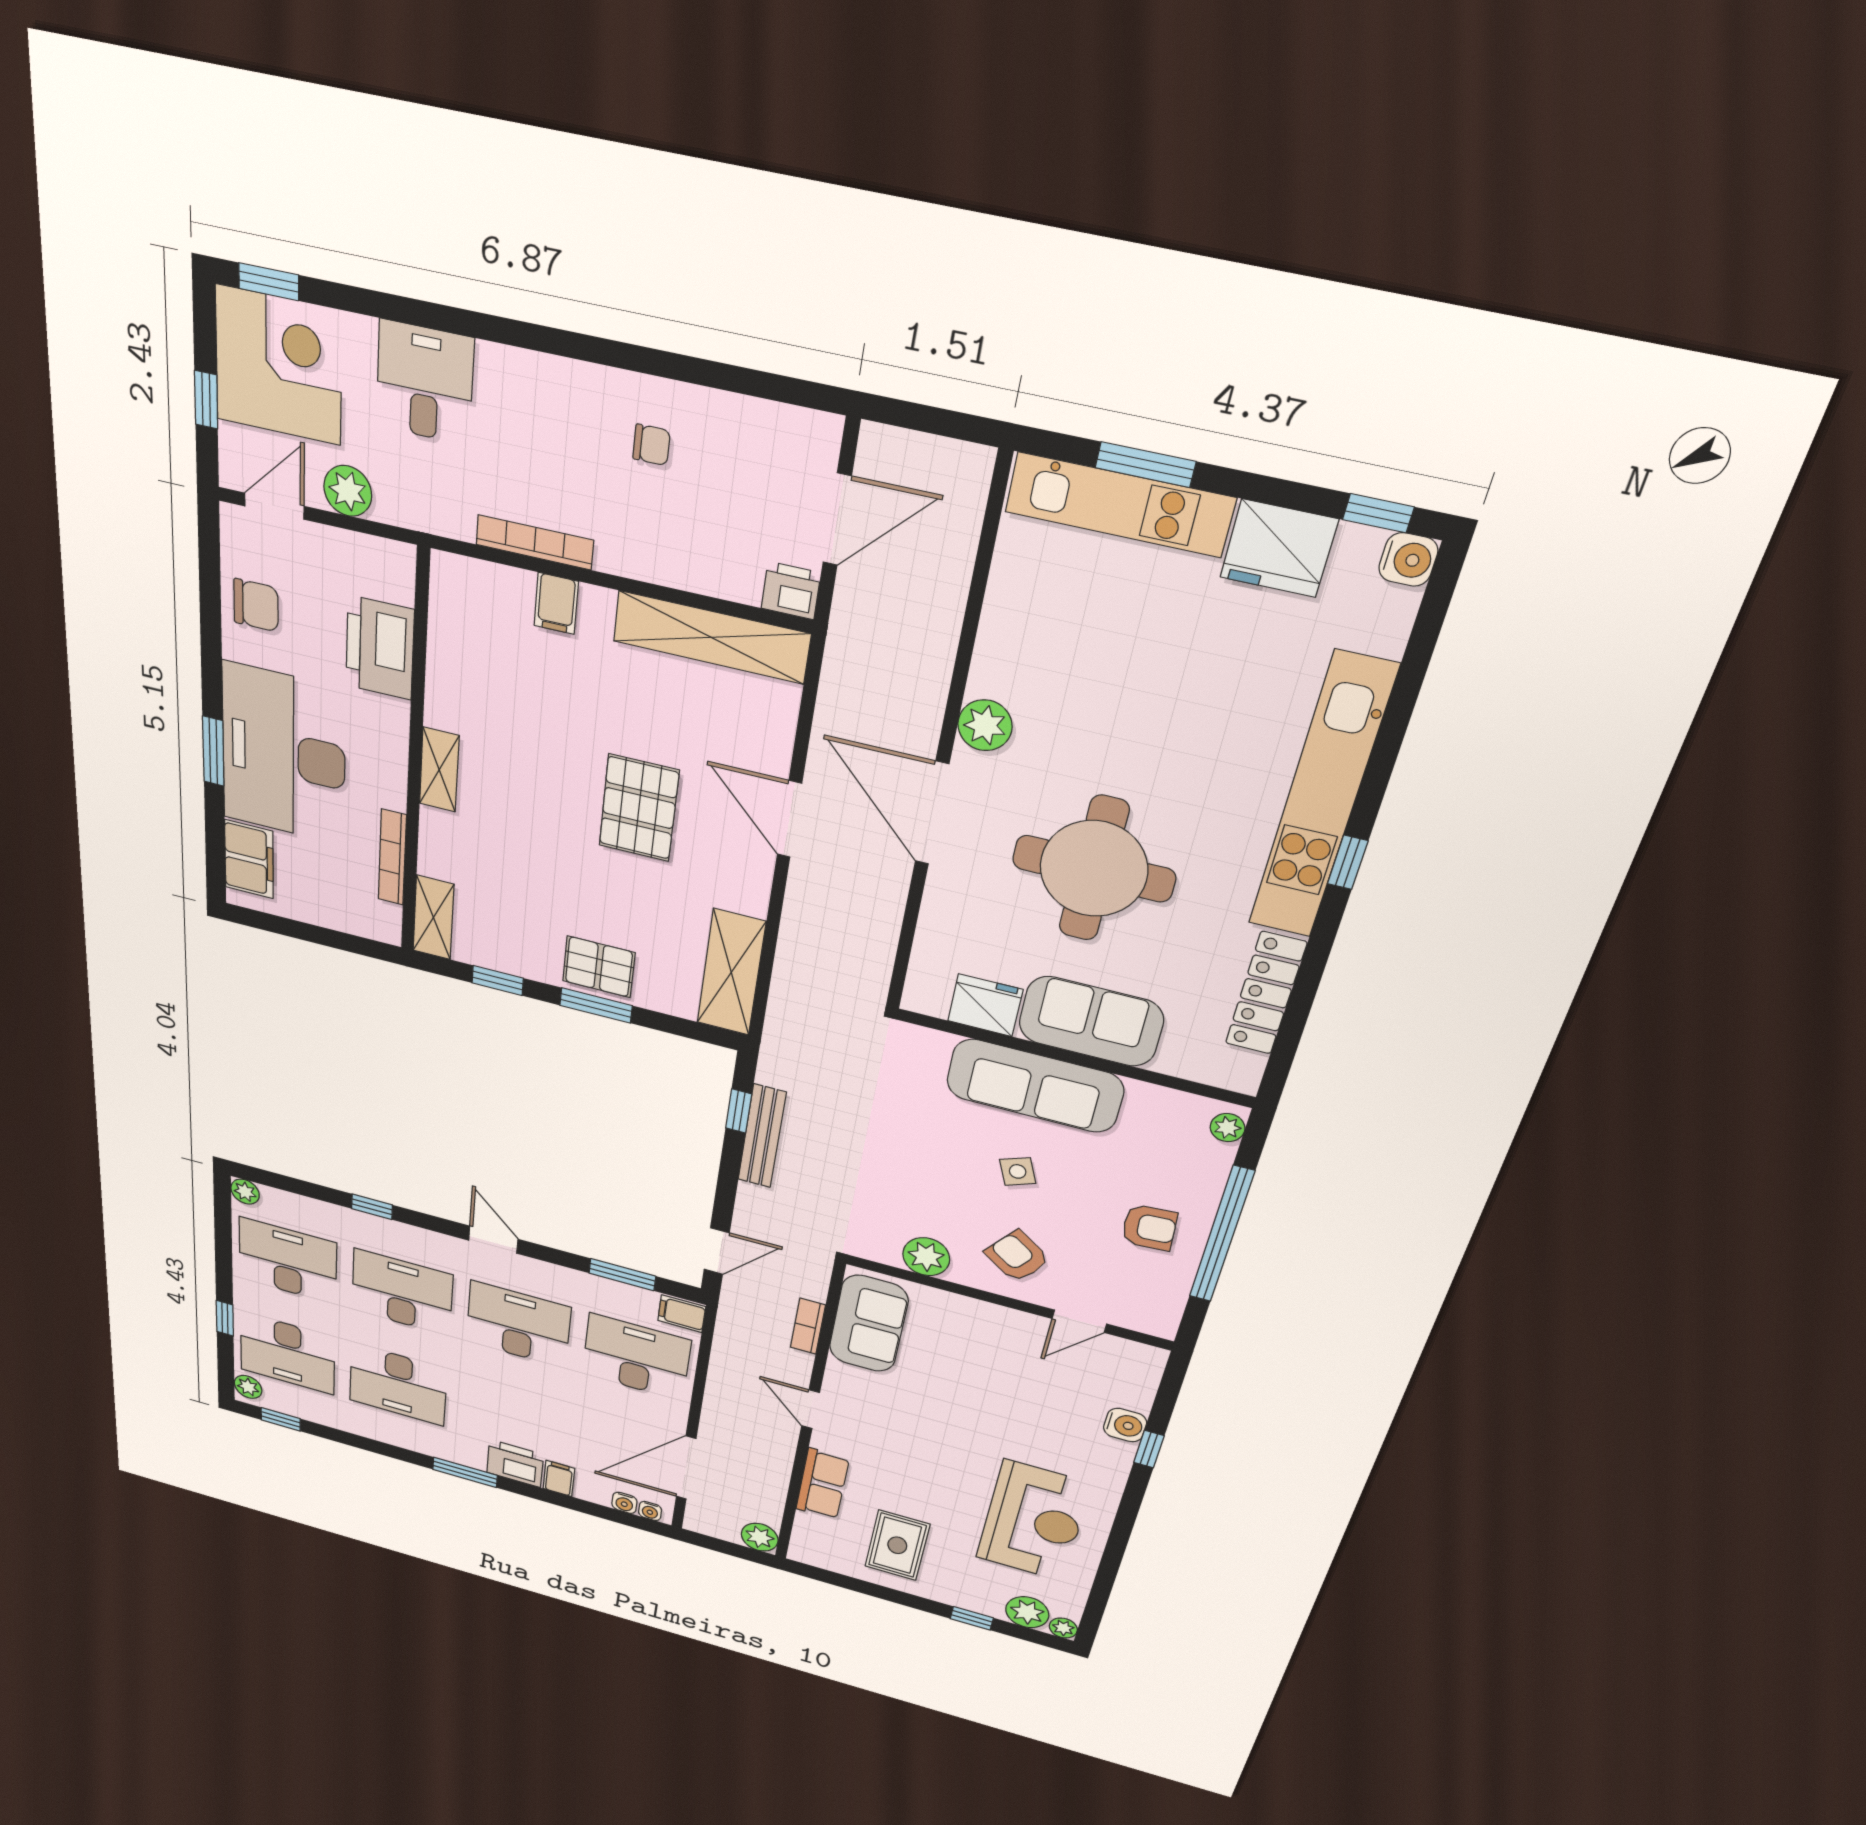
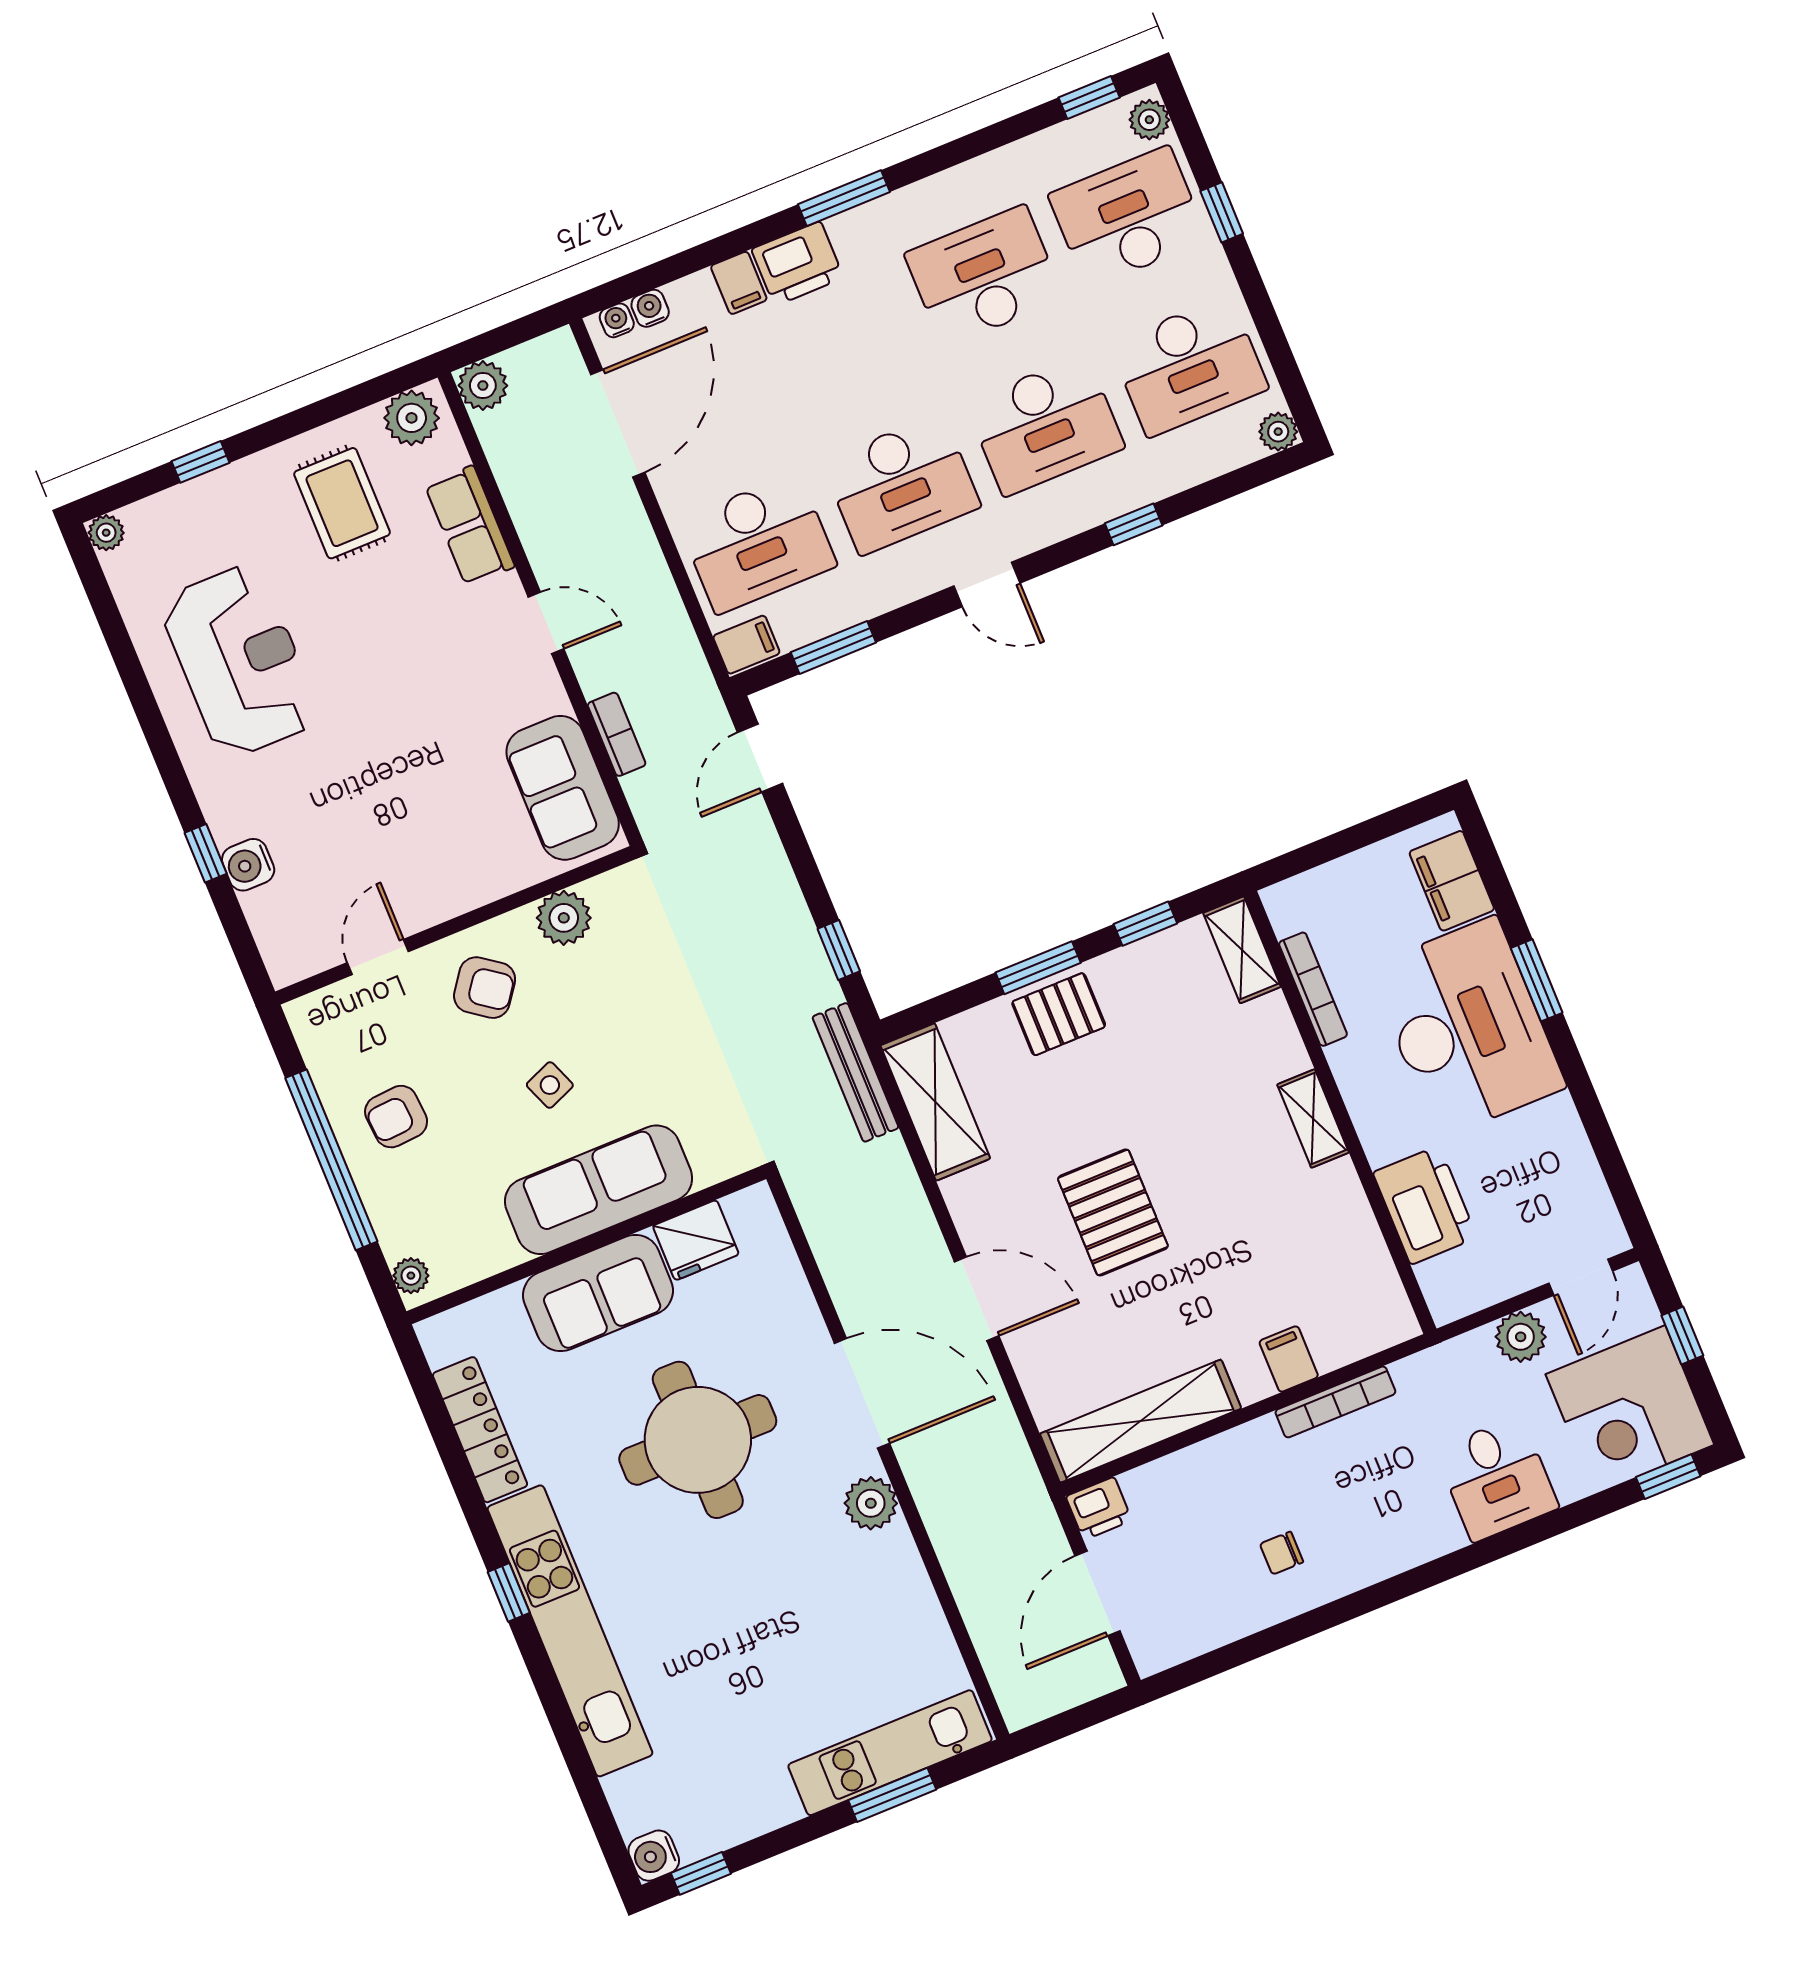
fridge: (1279, 548) -> (751, 1800), removed
chair: (256, 605) -> (1558, 1167), removed
bench: (762, 1136) -> (855, 1072), moved
reception desk: (1033, 1521) -> (240, 661), turned 180
plant: (1027, 1612) -> (412, 418), moved

